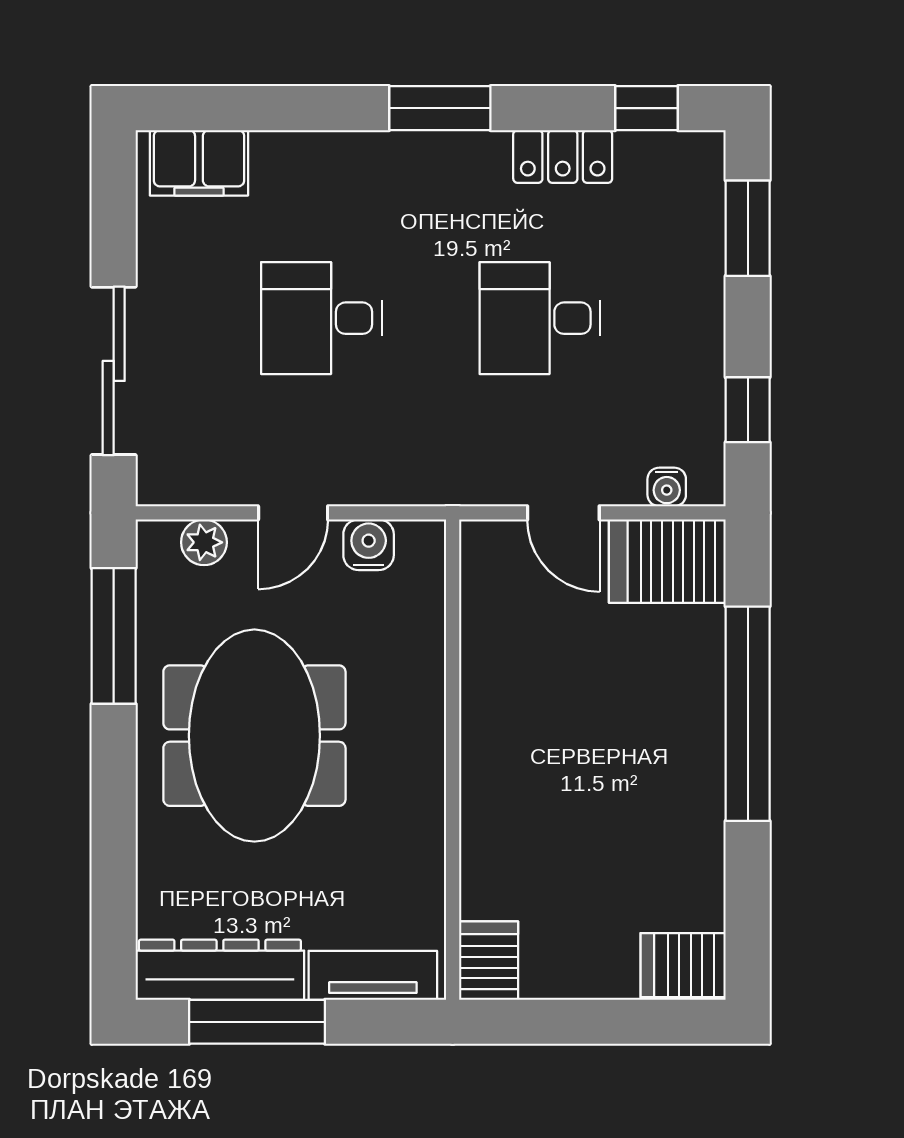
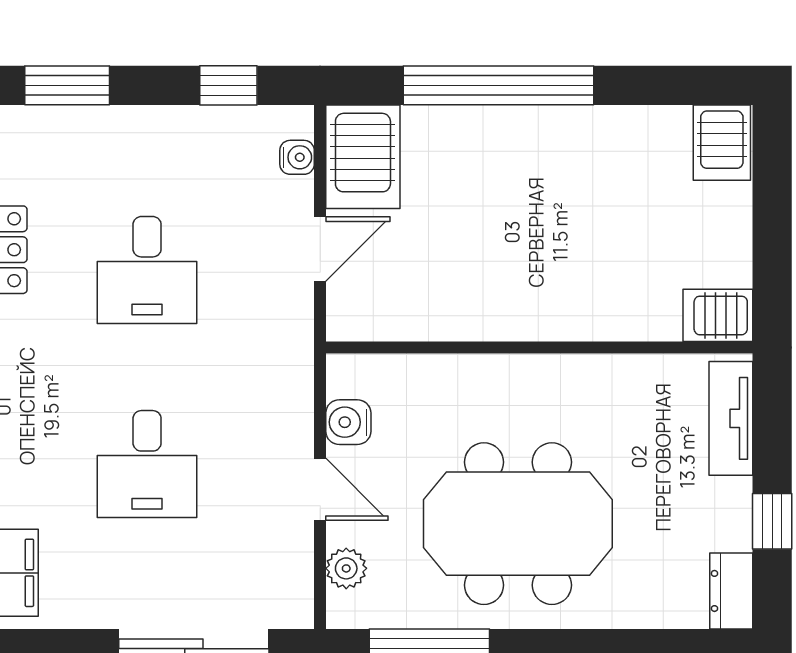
dresser: (220, 970) -> (731, 591), width x0.51, depth x0.80
window: (257, 1022) -> (772, 521), width x0.46

